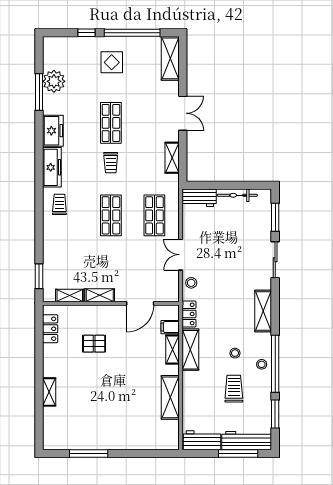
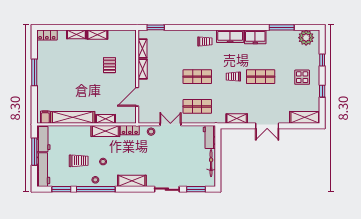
window: (132, 33) -> (322, 91), width x0.32
plant: (54, 81) -> (306, 38), moved
door: (140, 303) -> (137, 97), hinge flipped
filing cabinet: (170, 327) -> (45, 117), moved
locker: (50, 329) -> (47, 35), moved
shelving: (50, 361) -> (97, 35), added
shelving: (170, 397) -> (73, 117), width x1.47
window: (89, 454) -> (34, 72), moved
window: (238, 454) -> (34, 152), moved

